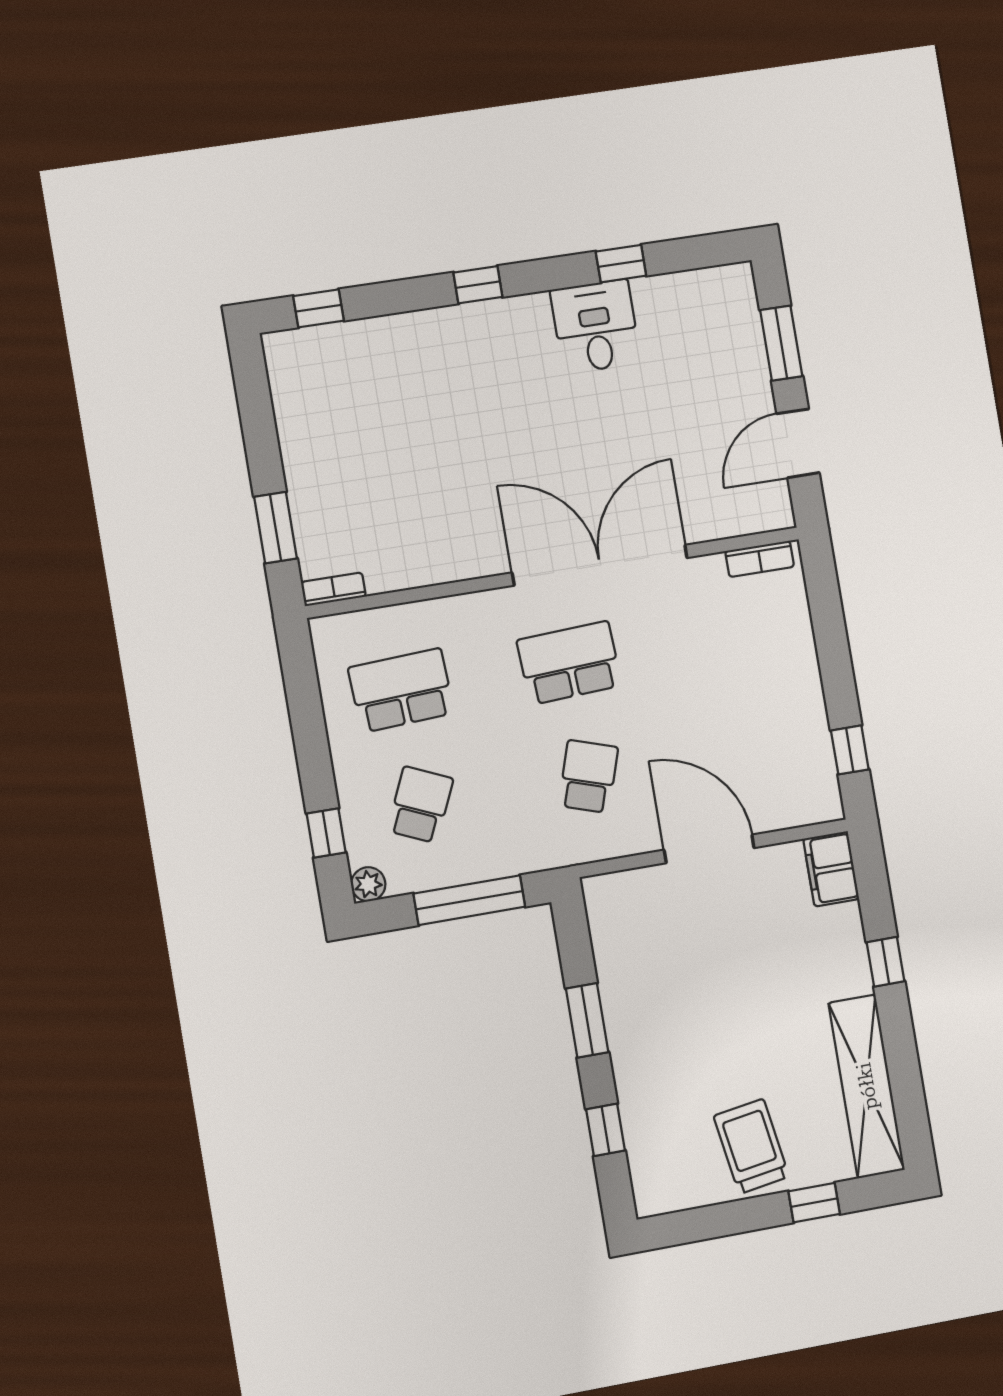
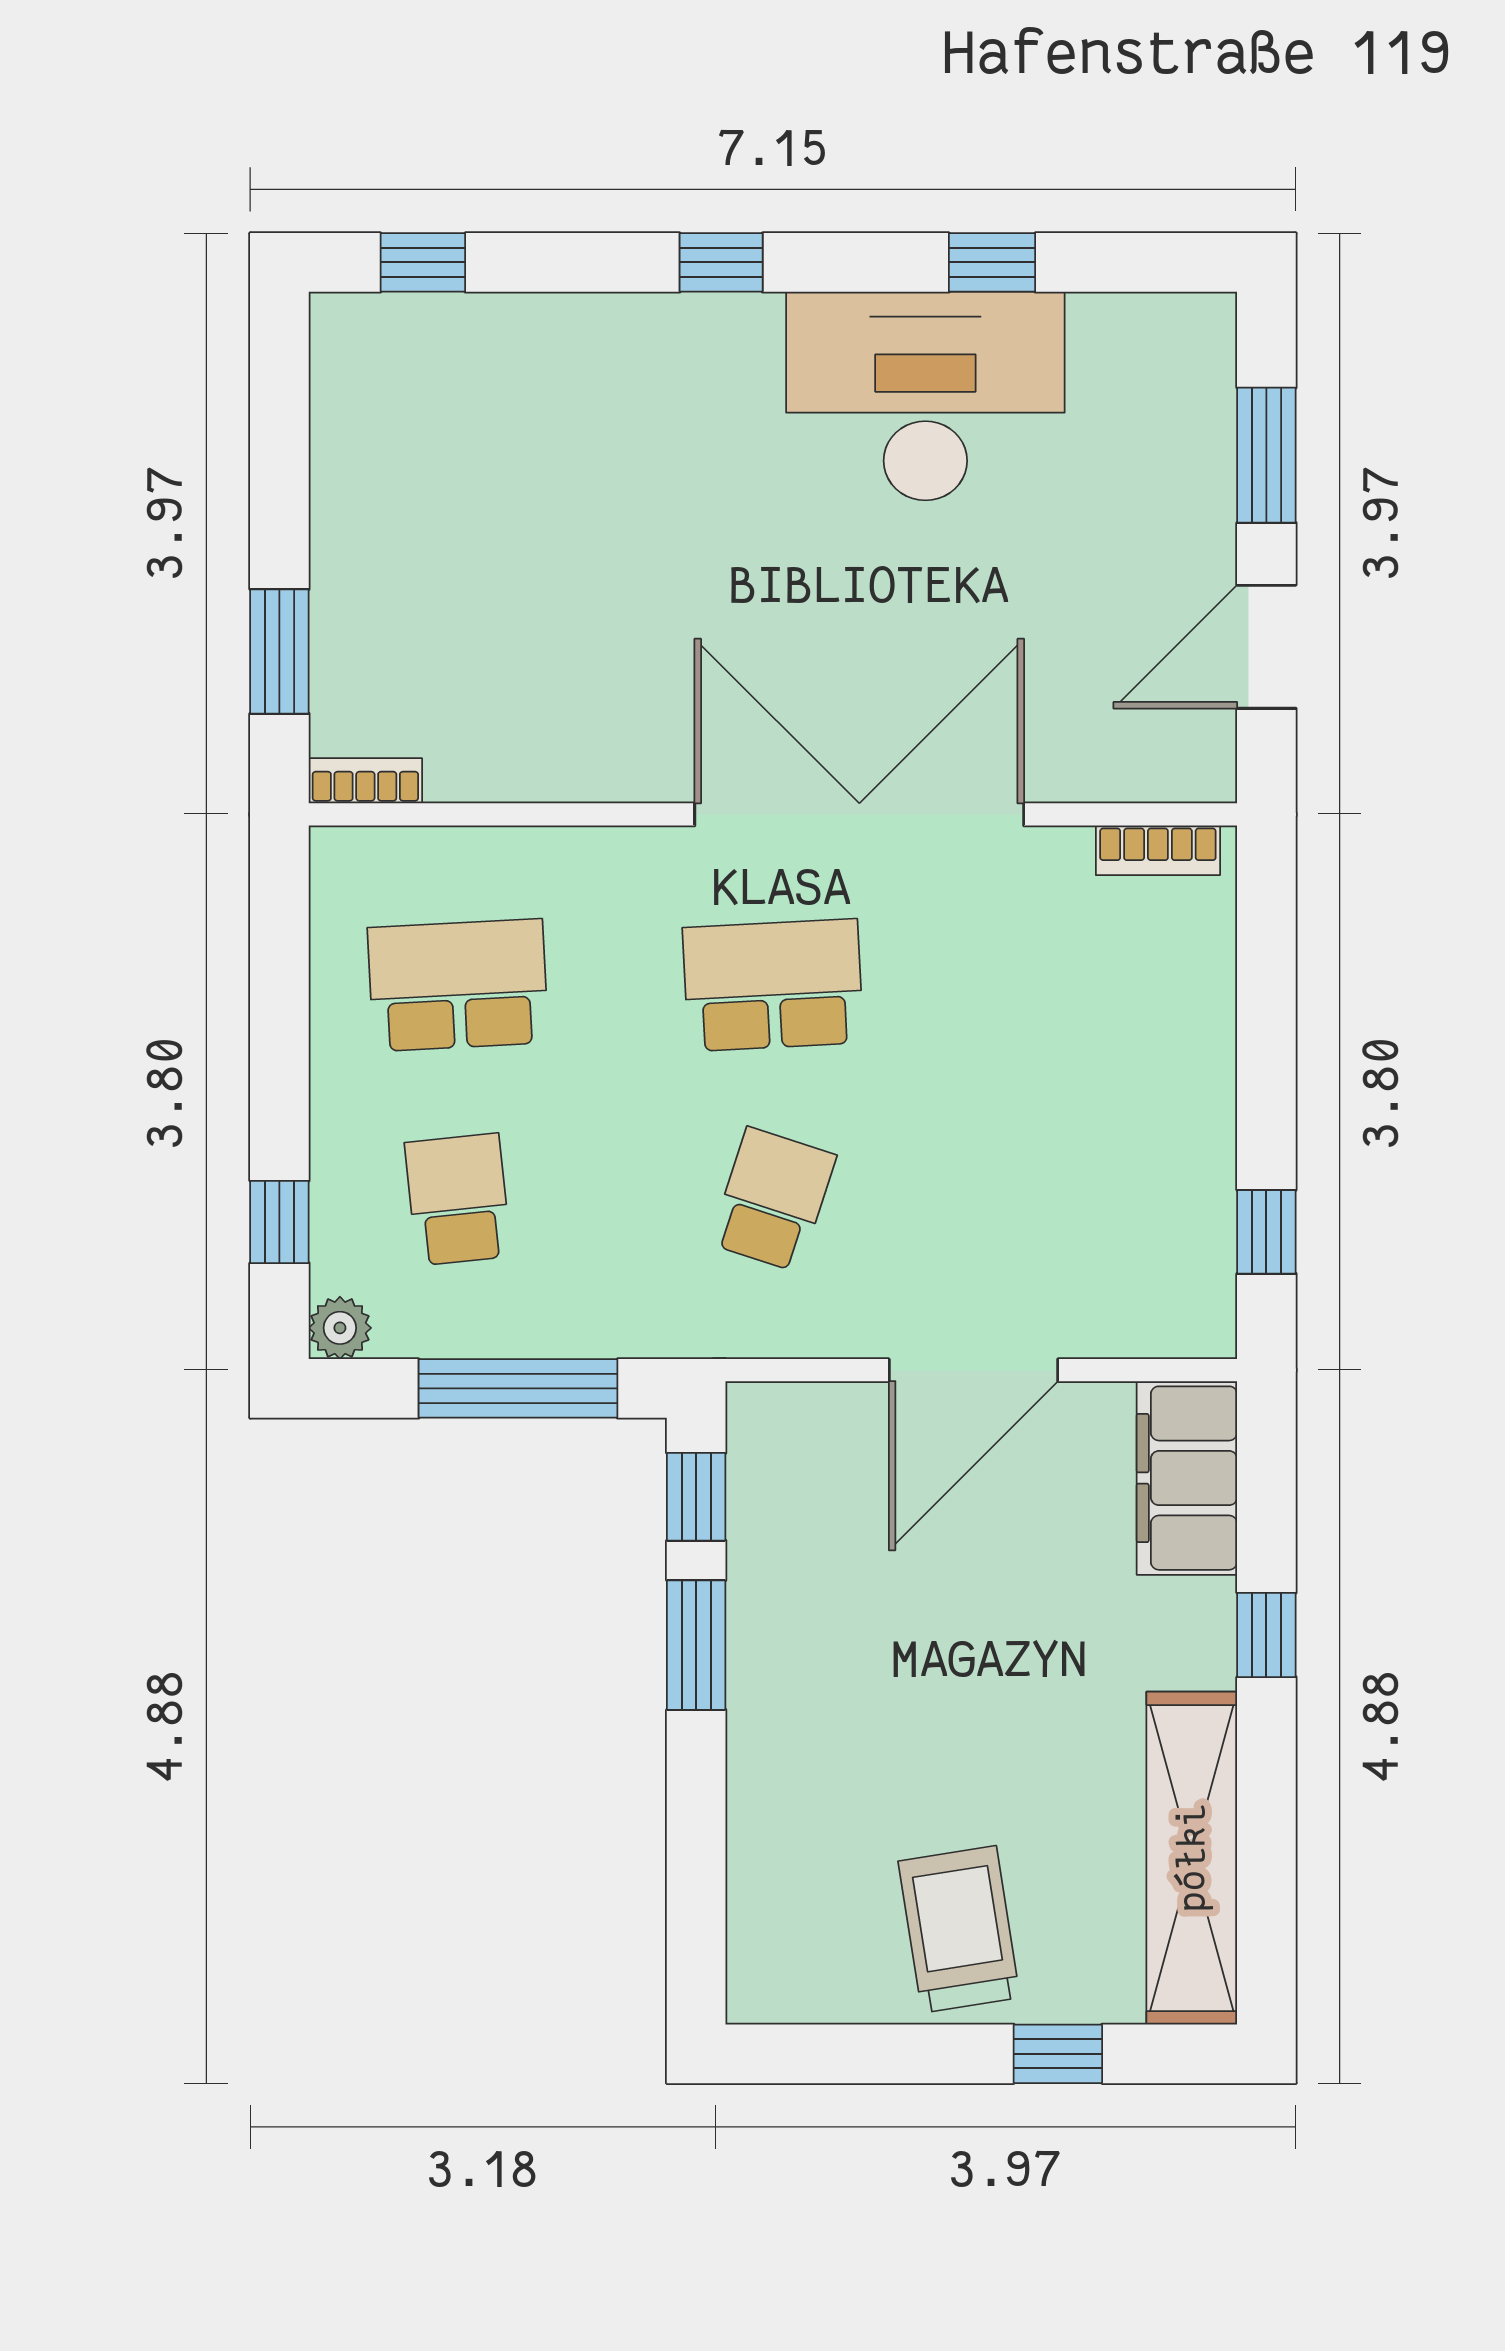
desk: (596, 326) -> (925, 396), width x1.87, depth x1.30
school desk: (420, 805) -> (458, 1199), turned -30
door: (709, 849) -> (973, 1370), swing flipped
filing cabinet: (831, 869) -> (1187, 1478), width x1.50, depth x1.17
window: (605, 1130) -> (696, 1497), moved

